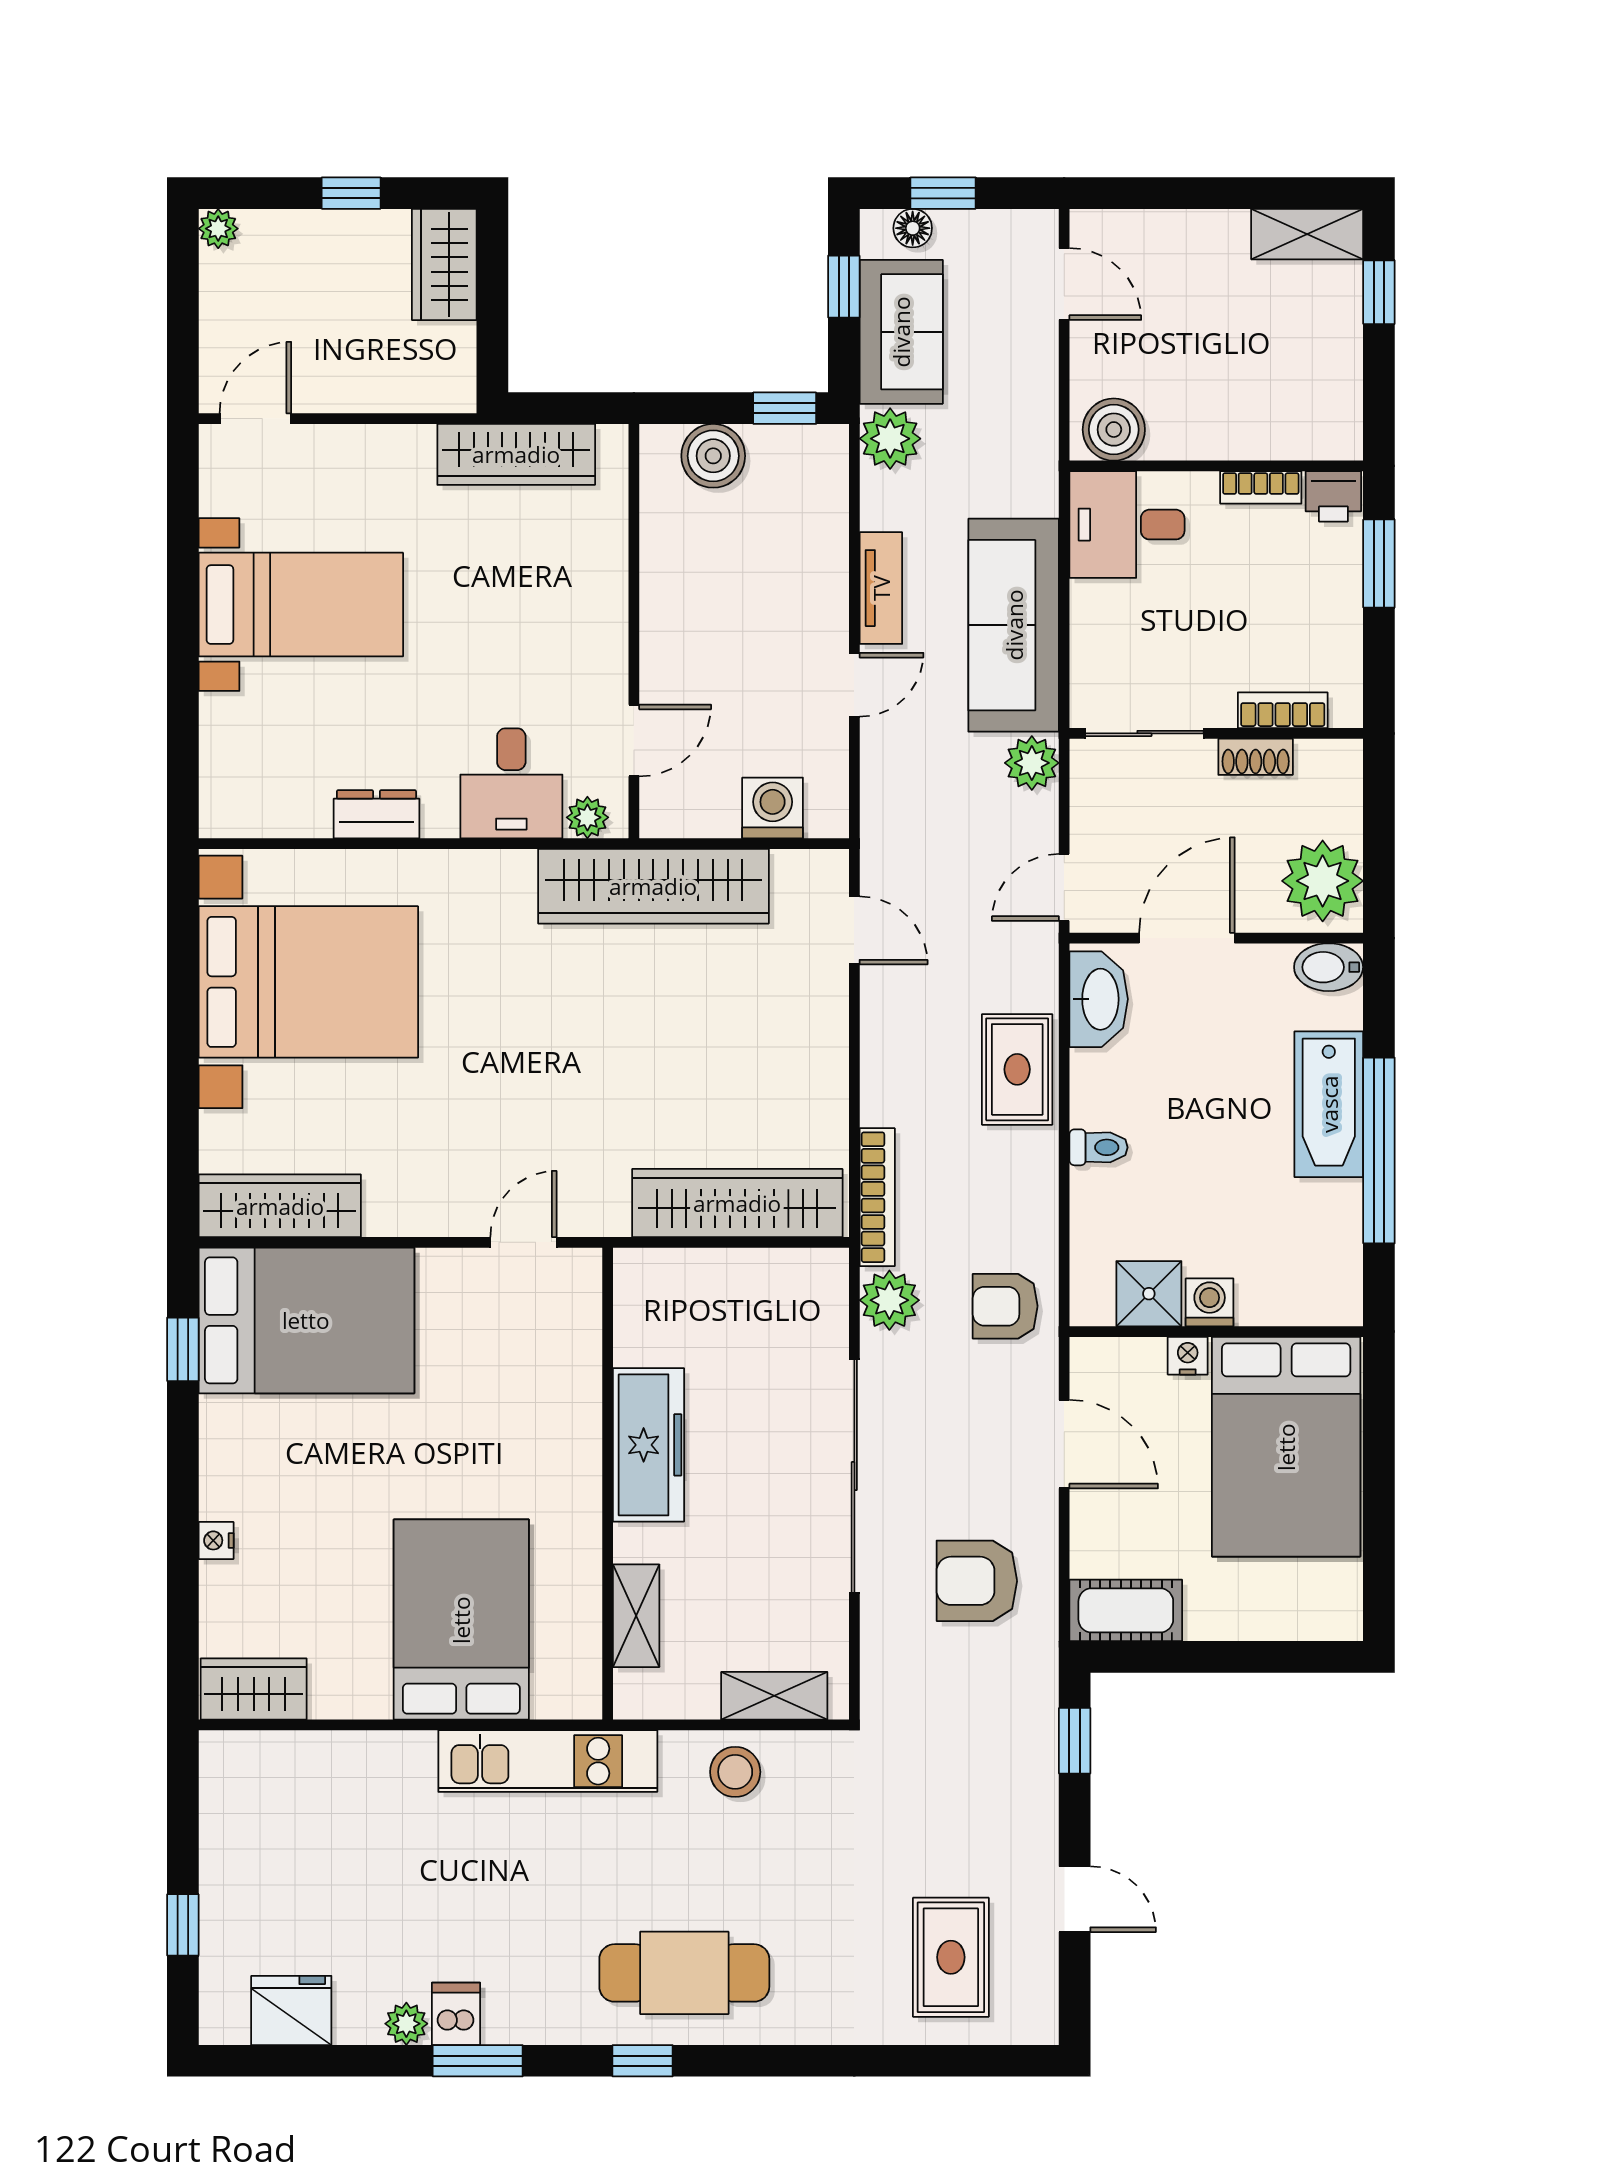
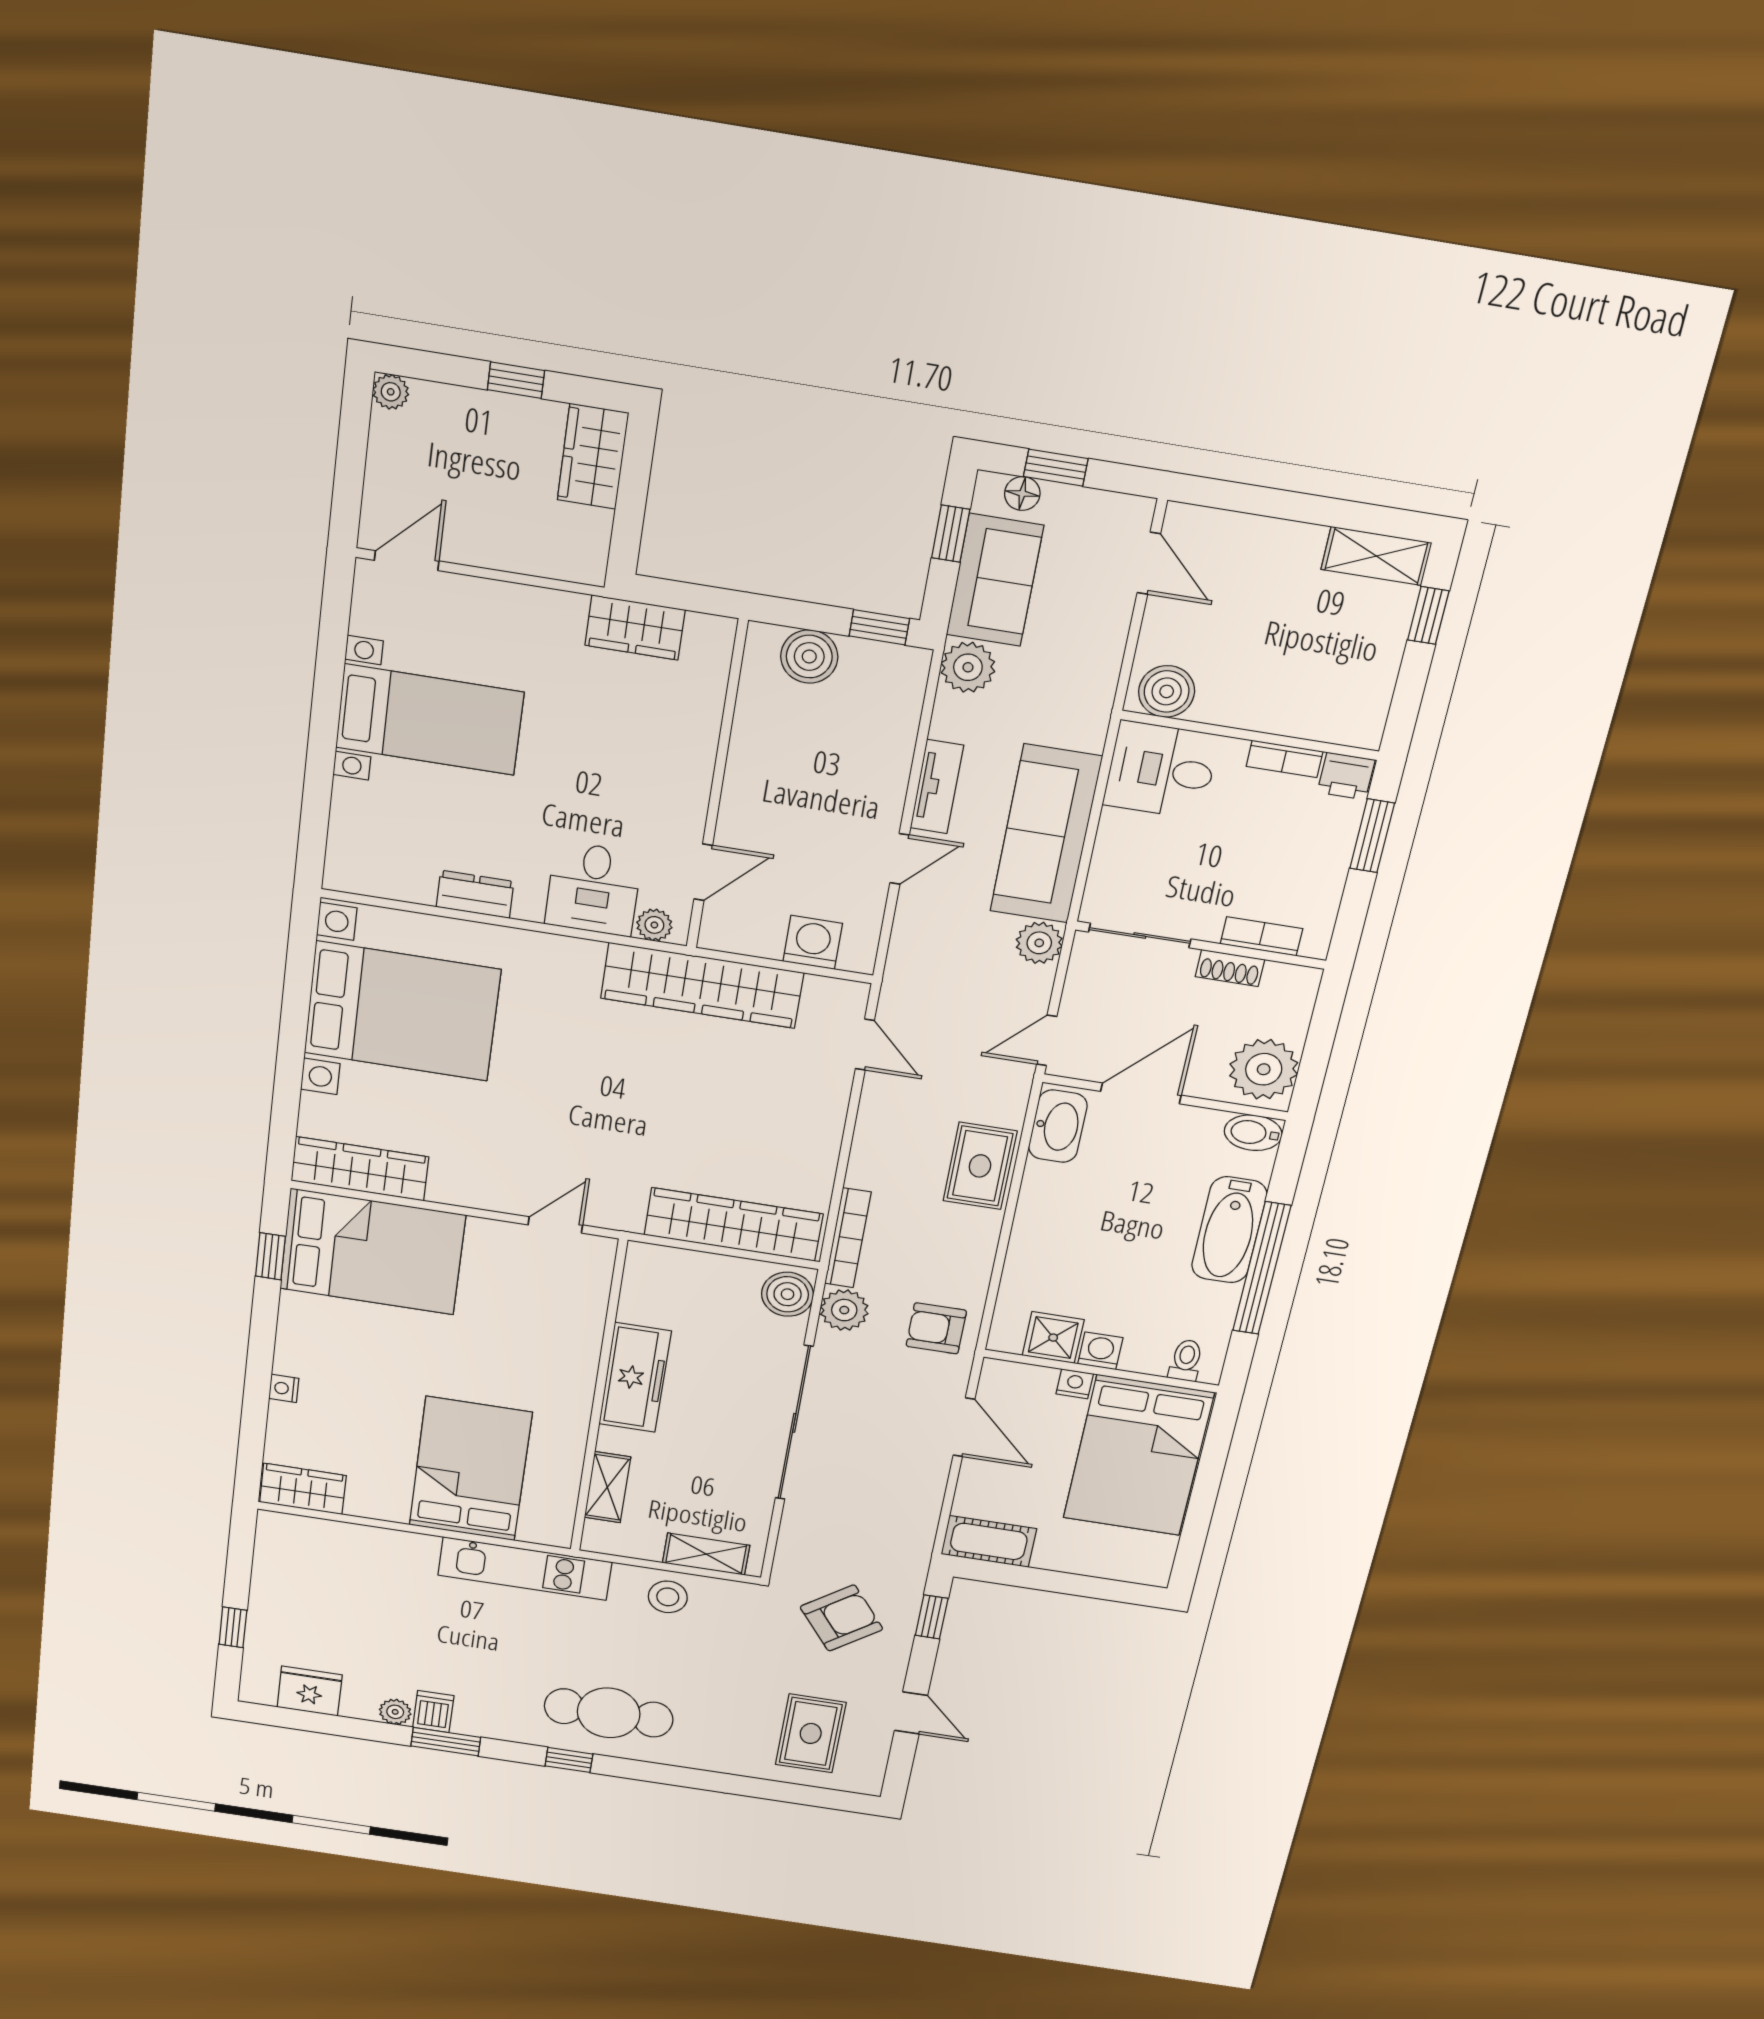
wardrobe: (516, 454) -> (635, 628), width x0.67
toilet: (1099, 1147) -> (1186, 1360), moved, turned -90
boiler: (817, 1290) -> (788, 1294), added
armchair: (977, 1581) -> (841, 1618), moved, turned 143

